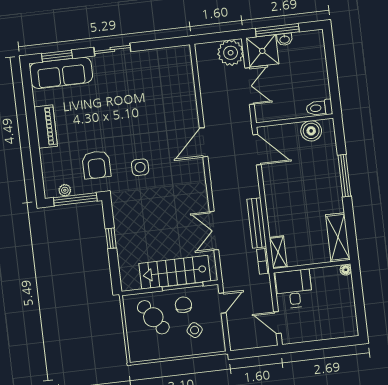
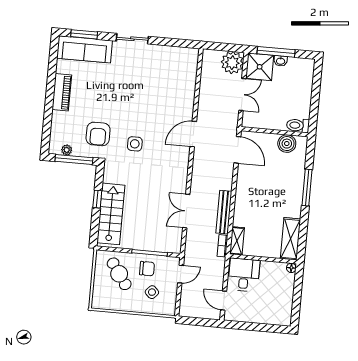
stairs: (175, 272) -> (111, 214), moved, turned 90
chair: (183, 305) -> (147, 269), turned 90

